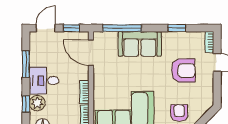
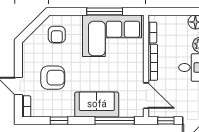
armchair: (183, 71) -> (53, 78), turned 180
bookcase: (84, 92) -> (153, 62), width x1.56

